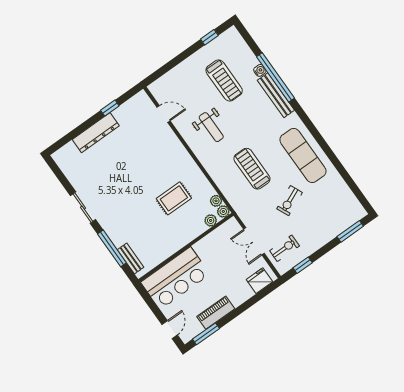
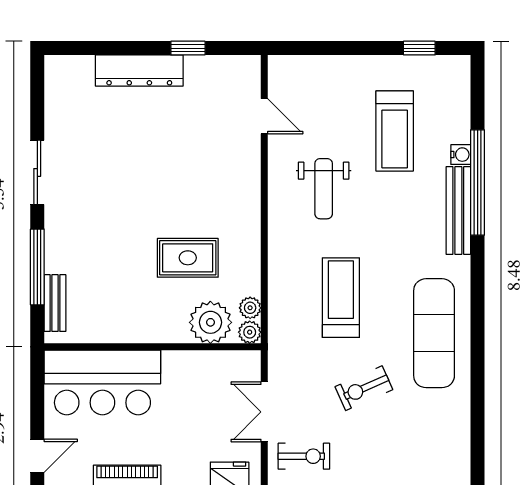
plant: (211, 220) -> (210, 322), width x1.87, depth x1.87

